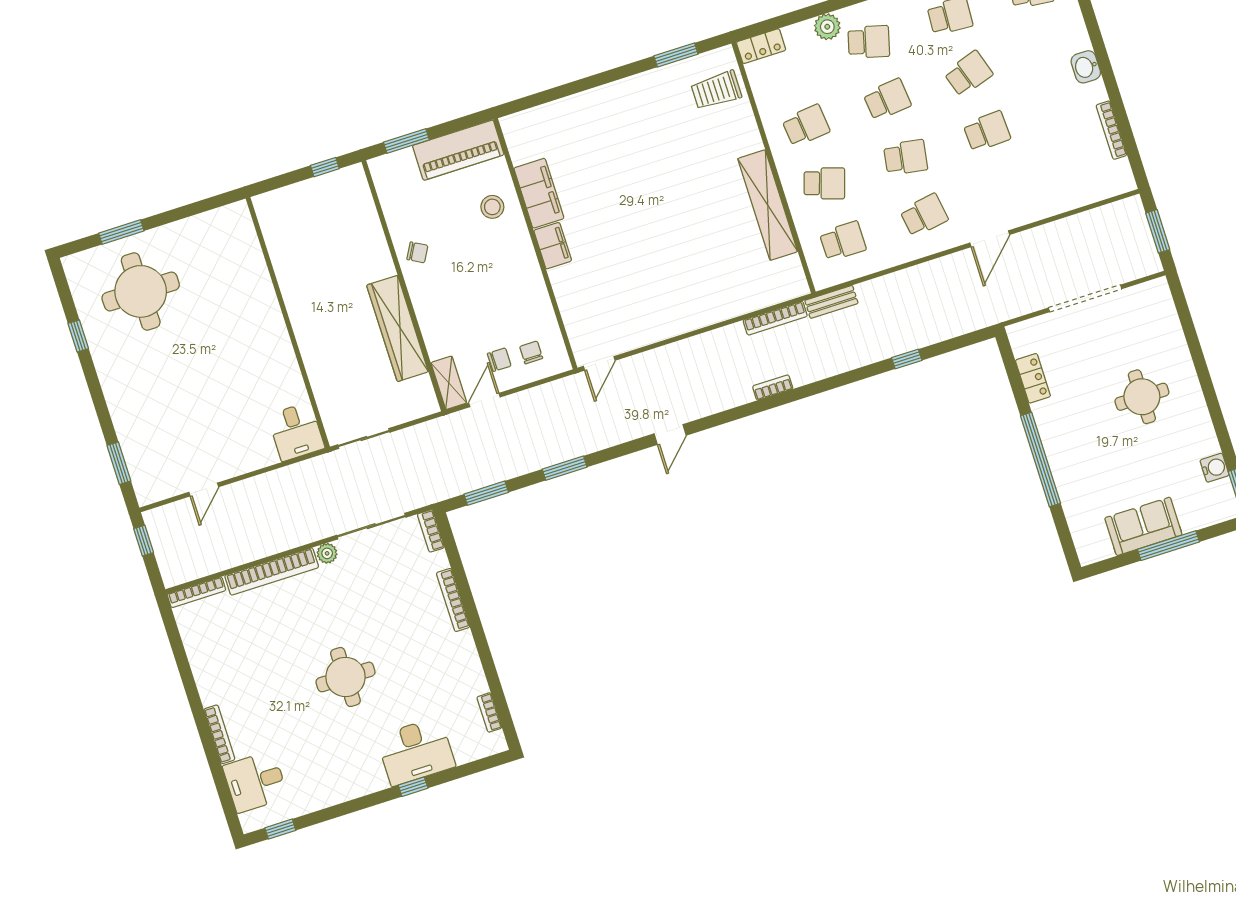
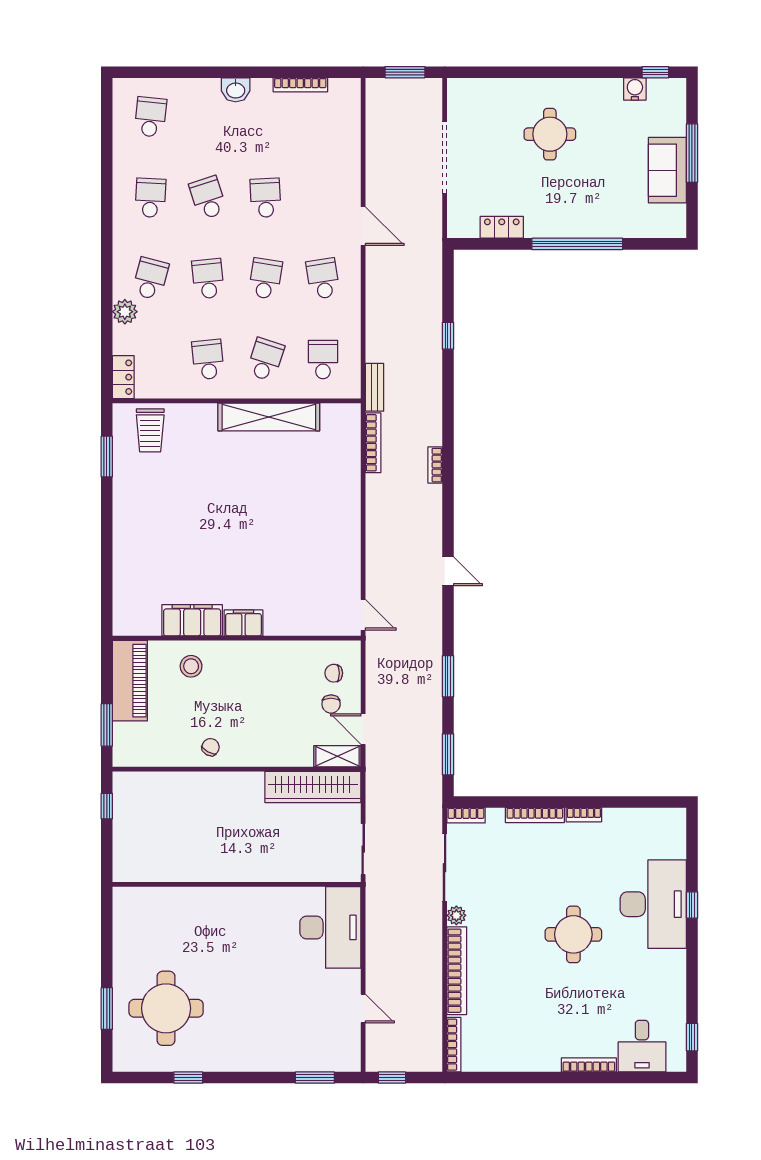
wardrobe: (397, 328) -> (313, 787), moved
chair: (499, 360) -> (331, 704), turned 180
desk: (296, 432) -> (330, 927), width x1.87, depth x1.30
bookcase: (489, 712) -> (584, 815), moved
desk: (416, 751) -> (653, 904), width x1.36, depth x1.30

